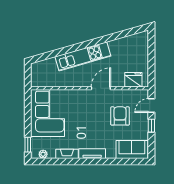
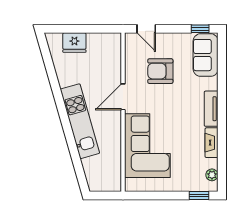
fridge: (133, 80) -> (74, 43), moved, turned -90
door: (101, 88) -> (123, 97), hinge flipped
corner sofa: (48, 113) -> (147, 146), moved, turned 90
window: (151, 126) -> (200, 29), moved

